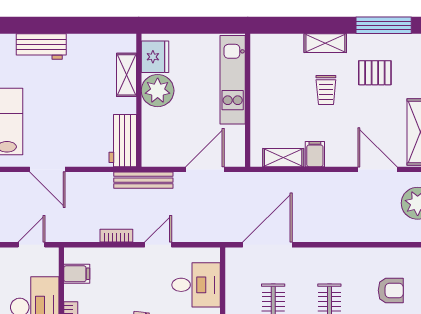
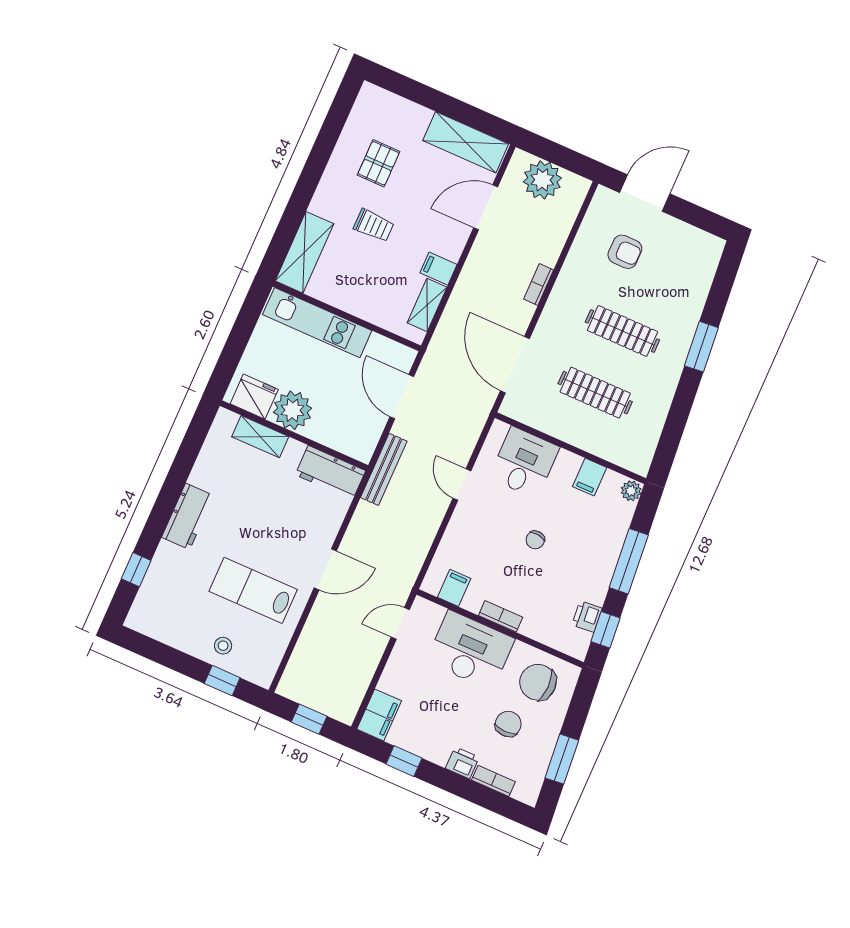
window: (384, 25) -> (331, 131), removed
shelving: (325, 43) -> (304, 252), moved, width x1.50, depth x1.33
bookcase: (116, 236) -> (539, 284), moved
door: (31, 245) -> (400, 623), hinge flipped
armchair: (391, 290) -> (625, 252), turned 90

